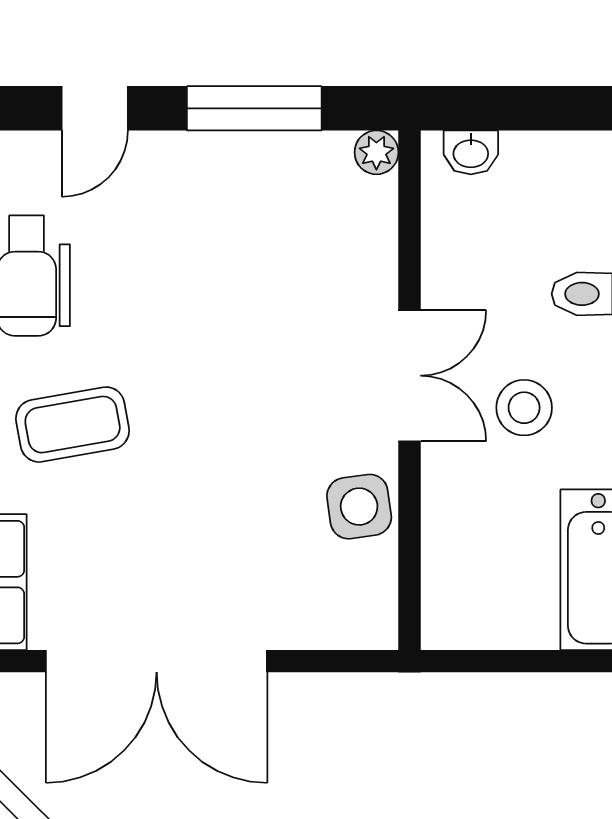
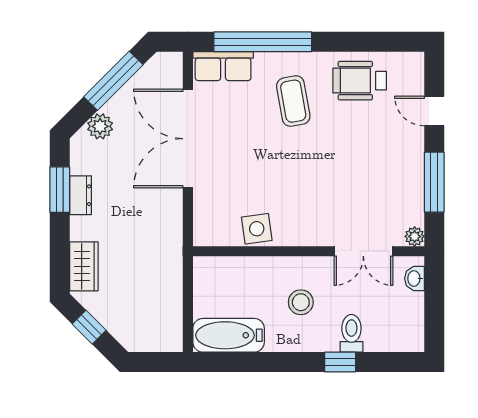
double door: (409, 376) -> (363, 251), moved

